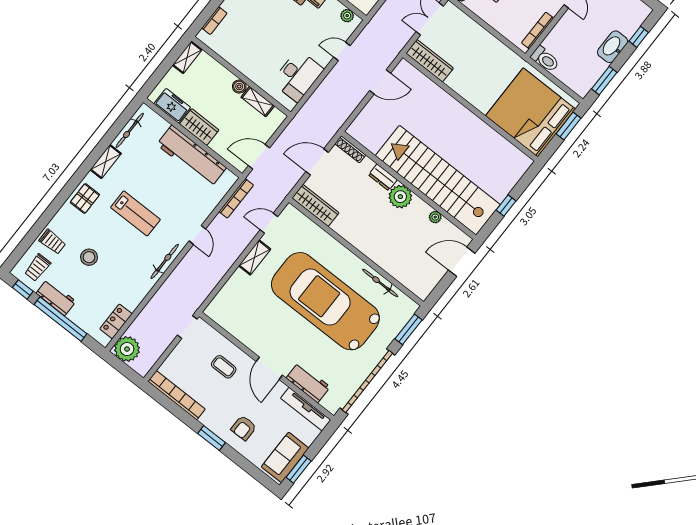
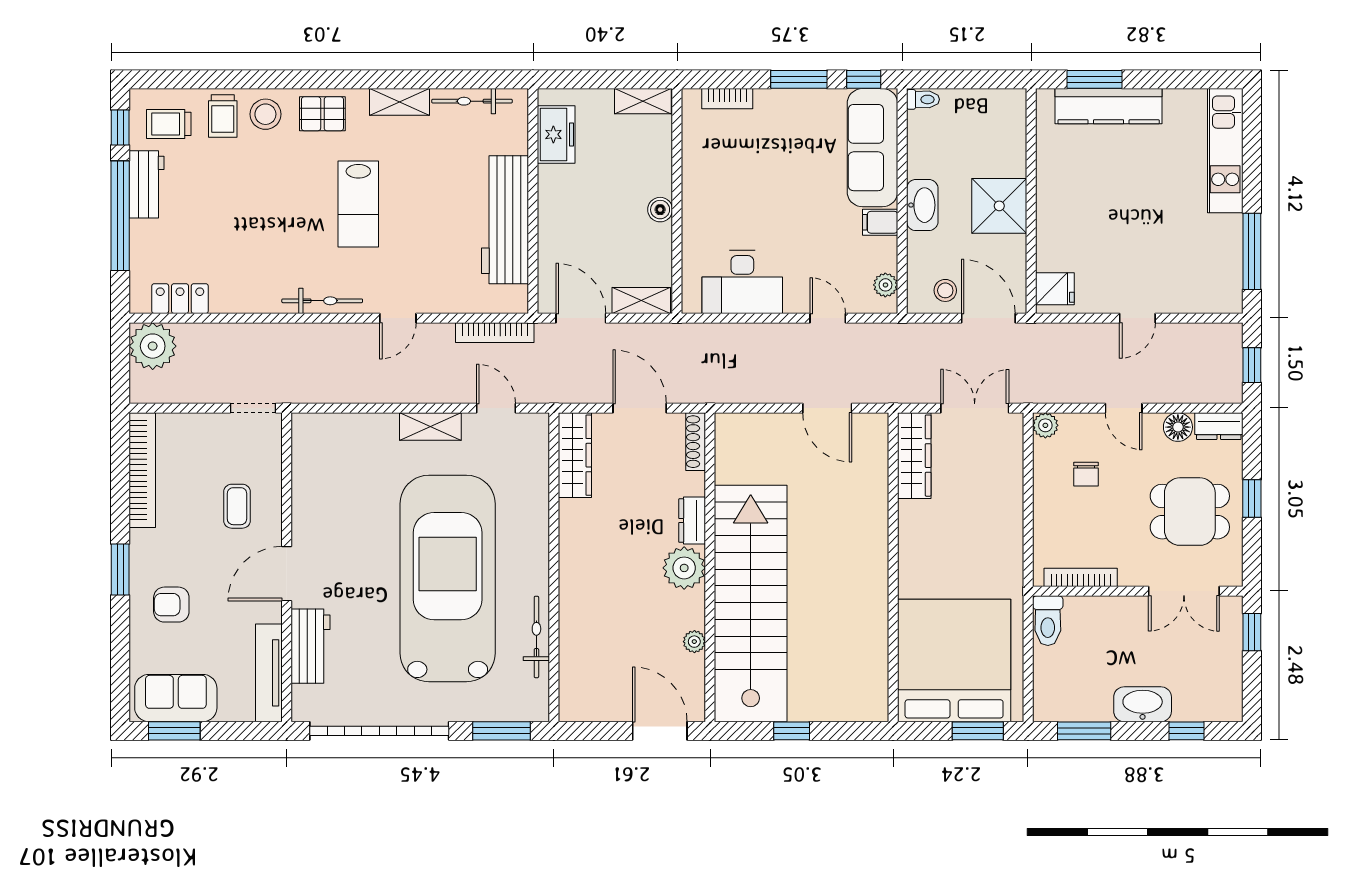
shelving: (258, 102) -> (641, 300), moved, turned 90
wardrobe: (199, 127) -> (556, 198), removed
stool: (89, 257) -> (265, 114), moved

